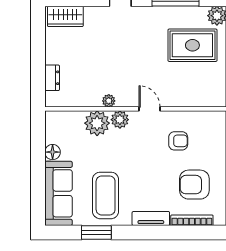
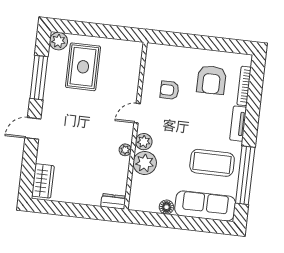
dresser: (52, 78) -> (113, 201), moved
armchair: (178, 141) -> (170, 90), turned -90
window: (96, 232) -> (245, 175), width x2.11

